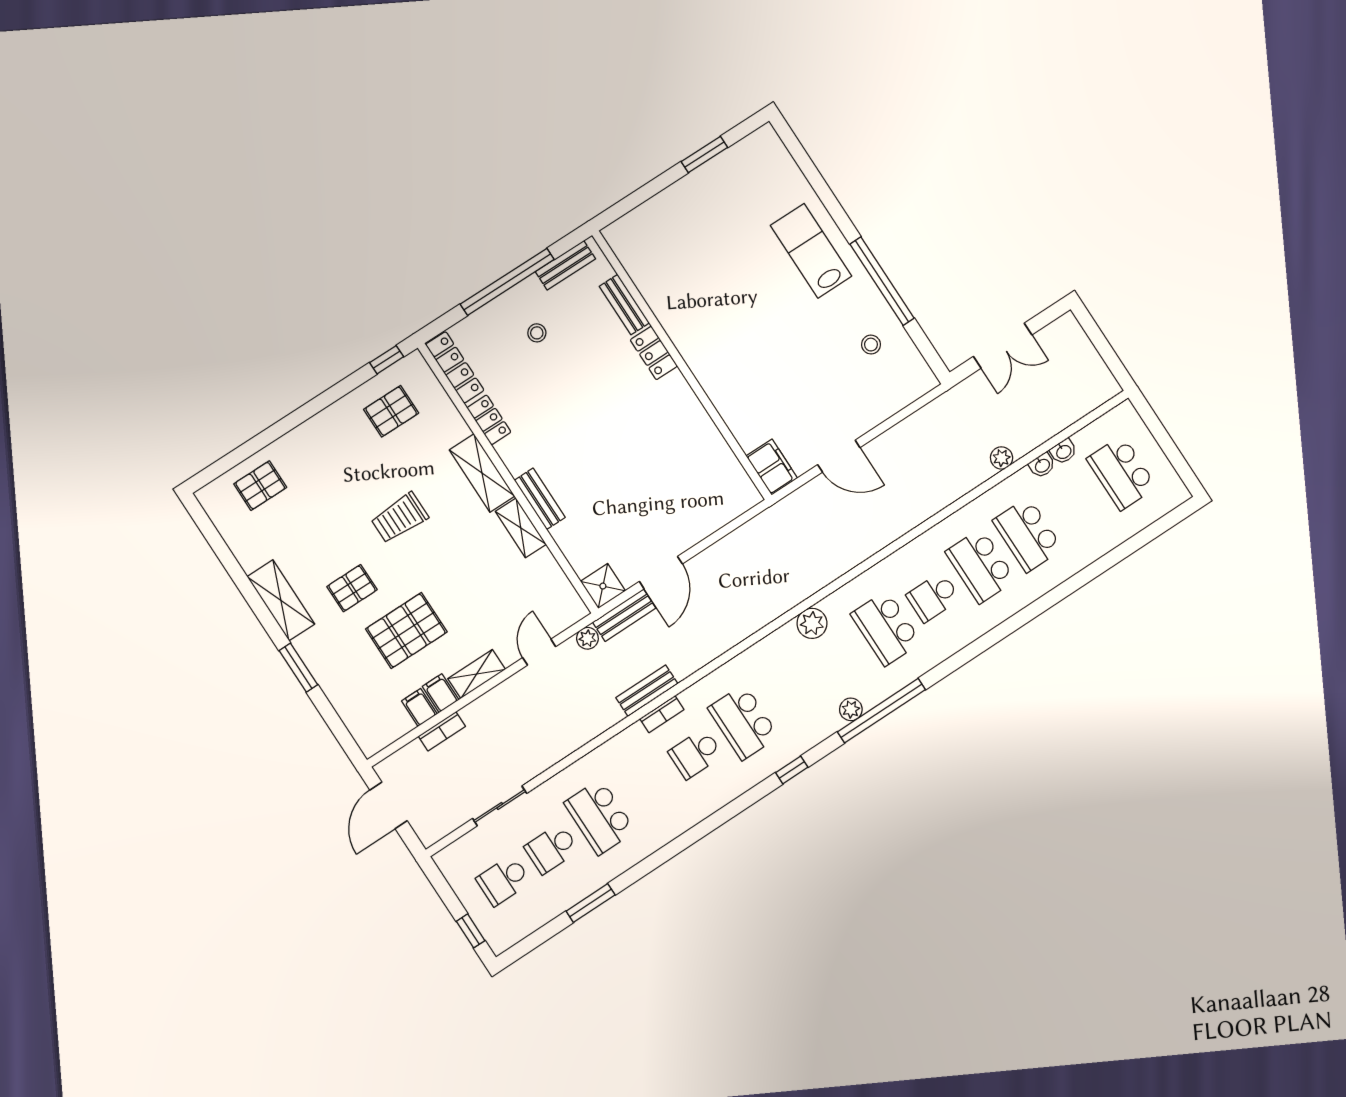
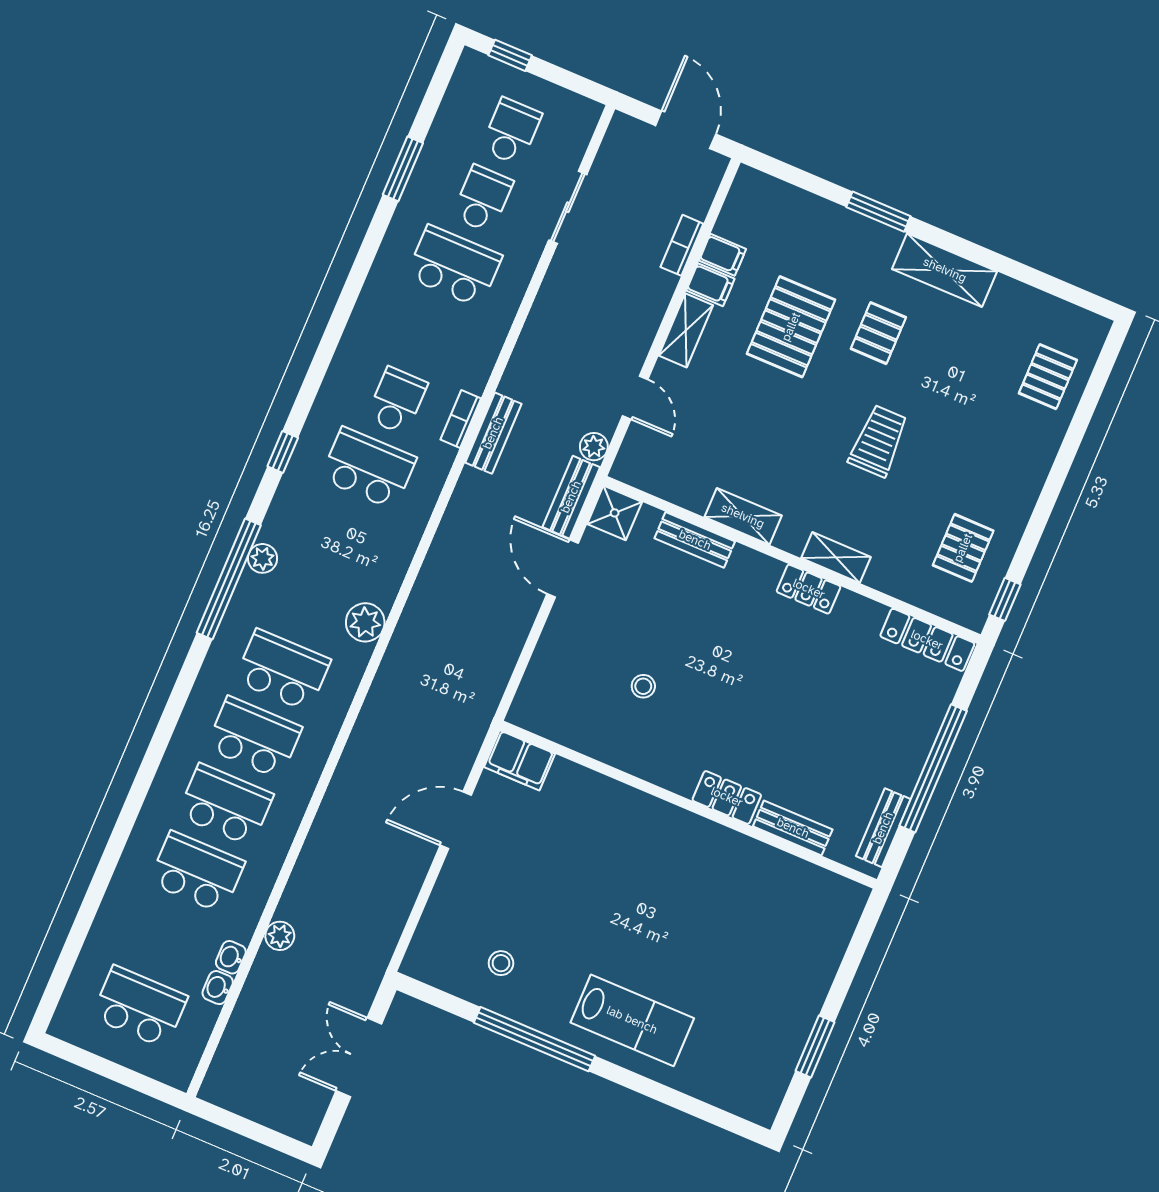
stool: (537, 333) -> (643, 686), moved
locker: (489, 420) -> (809, 589), moved
shelving: (482, 473) -> (836, 558), width x0.67, depth x0.75
bench: (540, 499) -> (695, 540), moved
school desk: (933, 597) -> (254, 737), width x1.85

